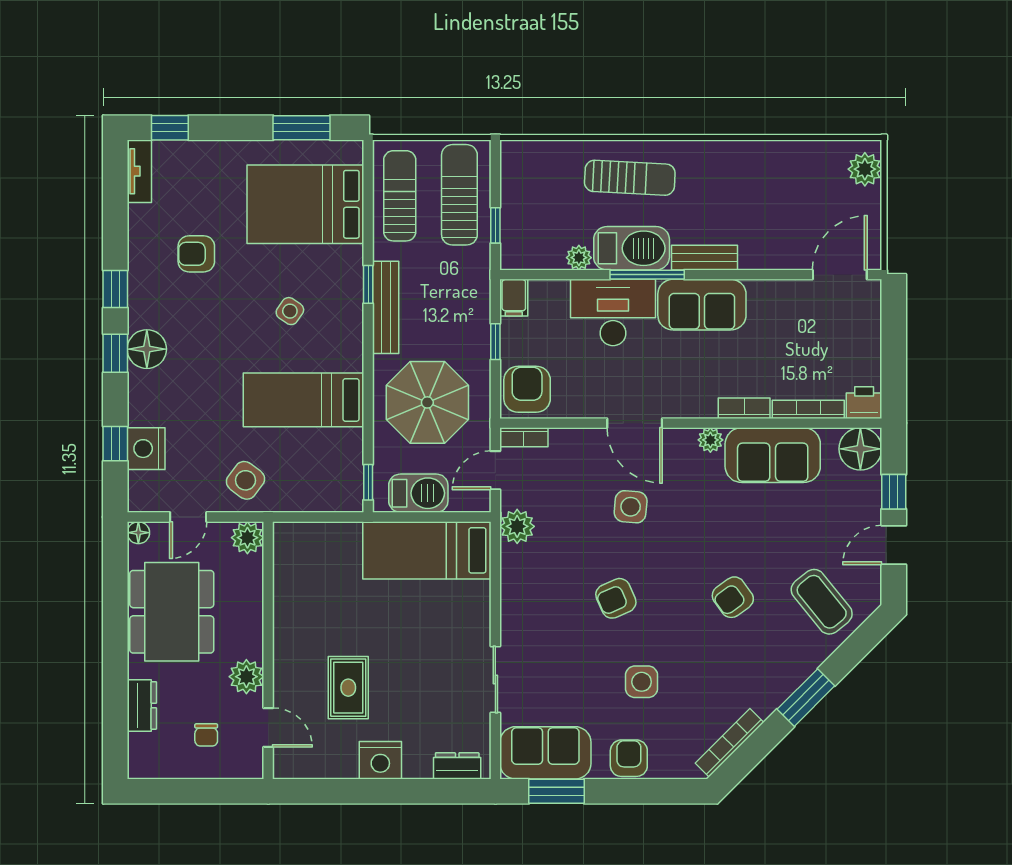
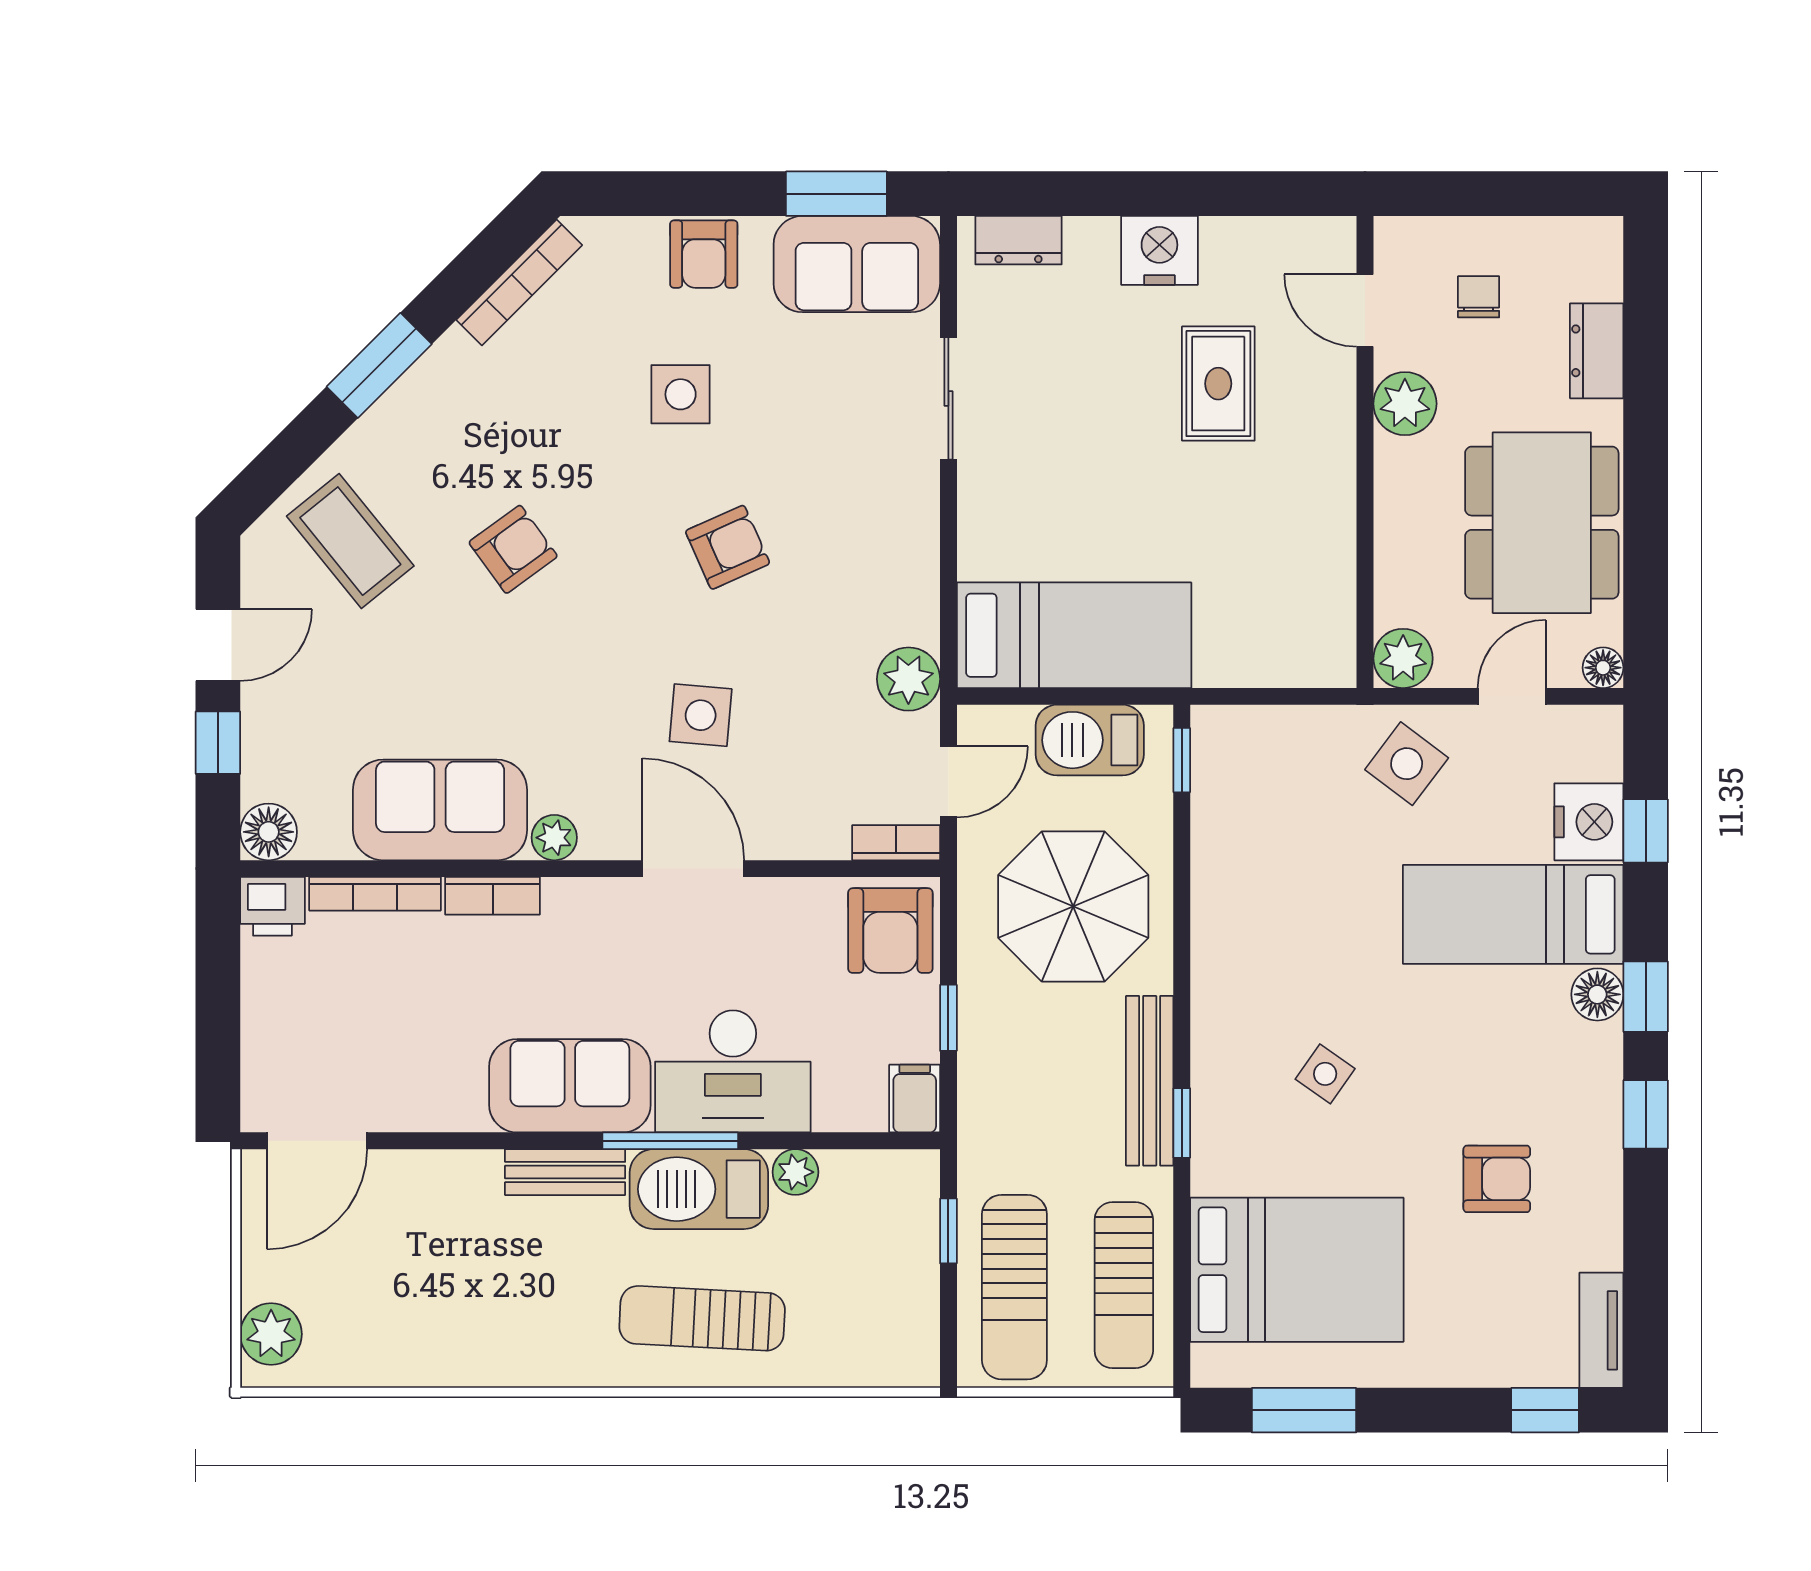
floor lamp: (147, 349) -> (1597, 994), width x0.73, depth x0.73
bed: (303, 400) -> (1513, 914), moved, turned 180
floor lamp: (860, 449) -> (269, 832), width x0.73, depth x0.73

